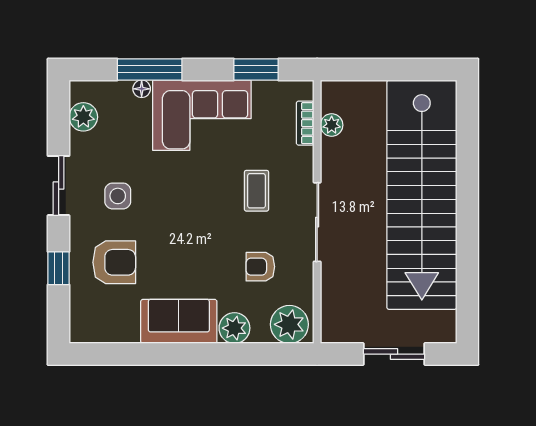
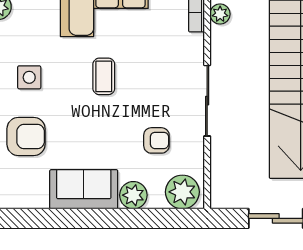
coffee table: (256, 191) -> (104, 76), moved
armchair: (260, 267) -> (156, 140), turned 180

